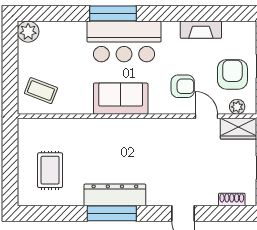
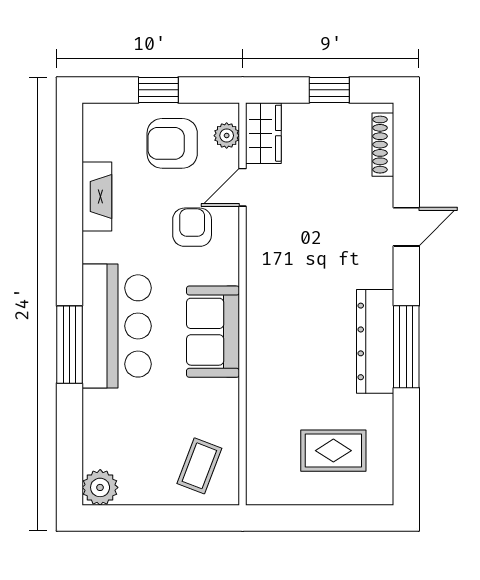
shoe rack: (232, 200) -> (383, 145), width x1.43

